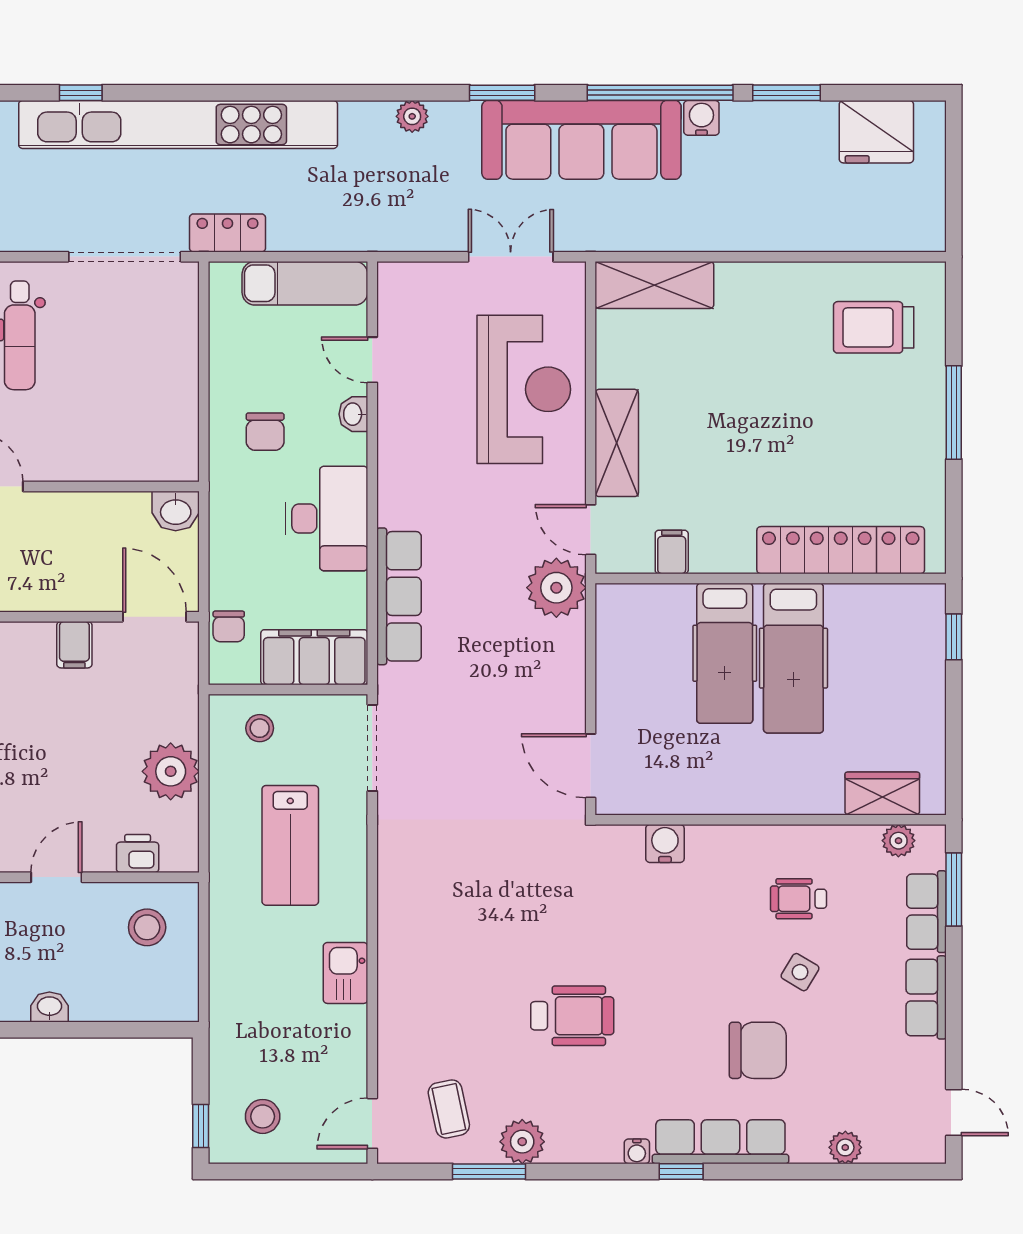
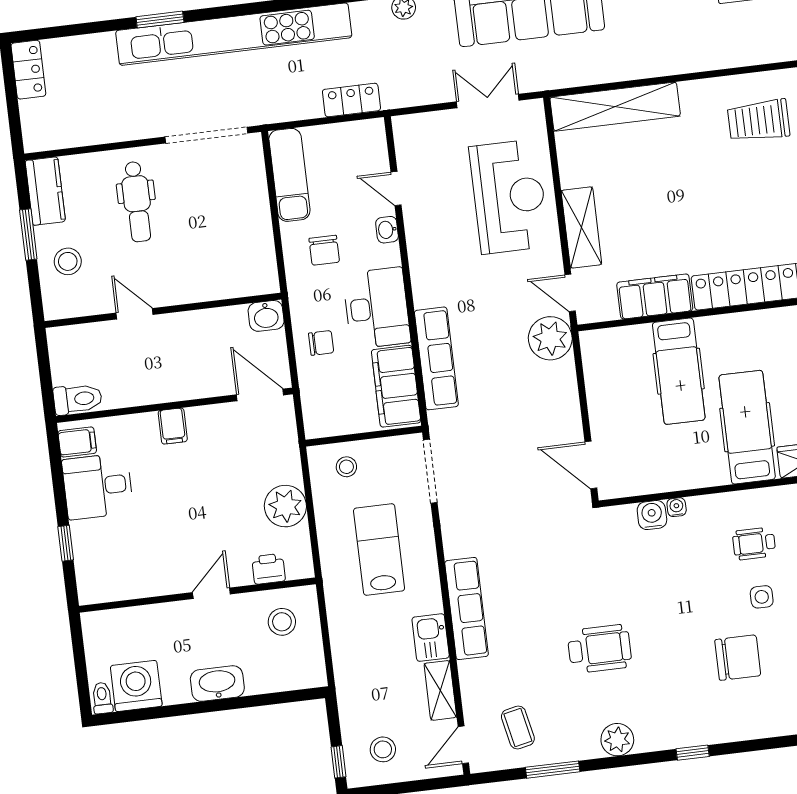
window: (81, 93) -> (160, 20), width x1.50
locker: (227, 233) -> (351, 100), moved
exam couch: (305, 283) -> (289, 175), moved, turned -90
shelving: (654, 285) -> (615, 107), width x1.47
filing cabinet: (672, 552) -> (655, 296), width x3.00, depth x1.17
chair: (229, 626) -> (321, 343), moved, turned -90
filing cabinet: (74, 645) -> (173, 426), moved
filing cabinet: (314, 657) -> (396, 386), moved, turned -90
hospital bed: (793, 658) -> (747, 427), moved, turned 180
lab bench: (290, 845) -> (379, 549), turned 180
side table: (800, 972) -> (762, 597), turned -31
washbasin: (49, 1007) -> (217, 684), width x1.91, depth x1.45
shelving: (350, 1046) -> (440, 690), added
plant: (522, 1142) -> (617, 740), moved
row of seats: (720, 1142) -> (467, 609), moved, turned 90
water cooler: (637, 1151) -> (677, 507), moved, turned 180

